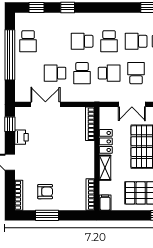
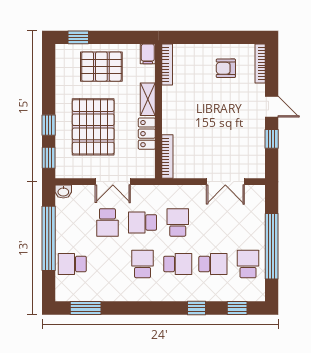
school desk: (136, 41) -> (107, 264), removed
school desk: (55, 73) -> (213, 264), moved
double door: (132, 104) -> (113, 182), swing flipped
window: (10, 124) -> (272, 139), moved
printer: (22, 137) -> (257, 139), removed
window: (47, 215) -> (223, 37), removed

